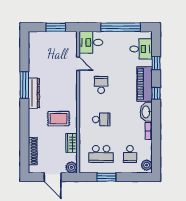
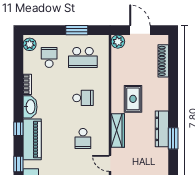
window: (24, 85) -> (173, 138), width x0.69
rug: (59, 119) -> (133, 99), turned 90
school desk: (101, 119) -> (83, 98), turned 180
wardrobe: (71, 143) -> (118, 131), moved, width x1.50
school desk: (101, 154) -> (83, 57), turned 180

